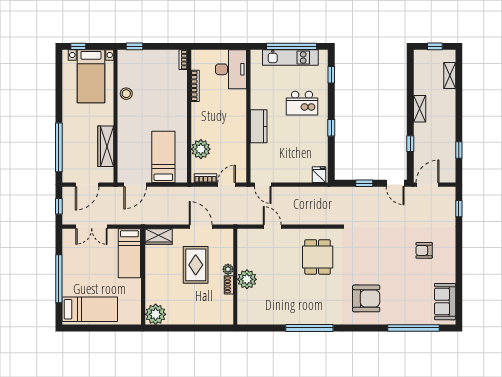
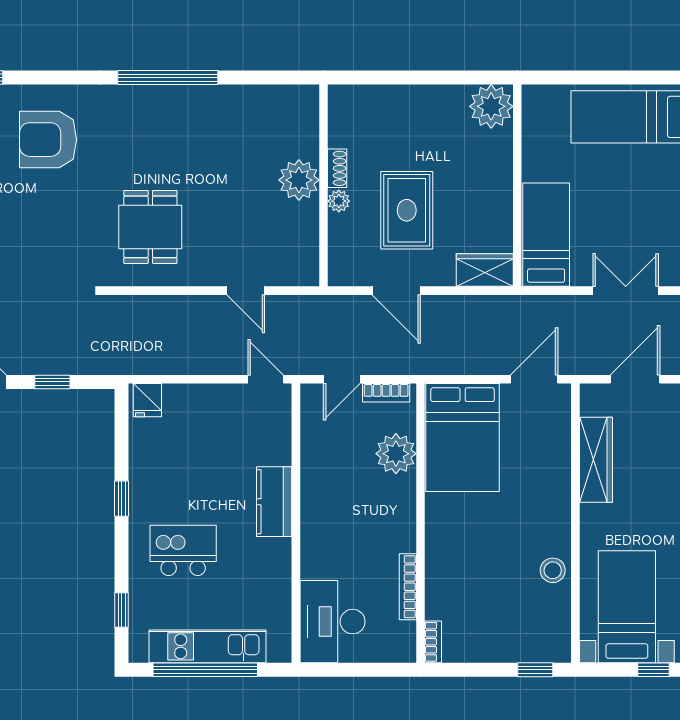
bed: (163, 157) -> (463, 437), width x1.50

